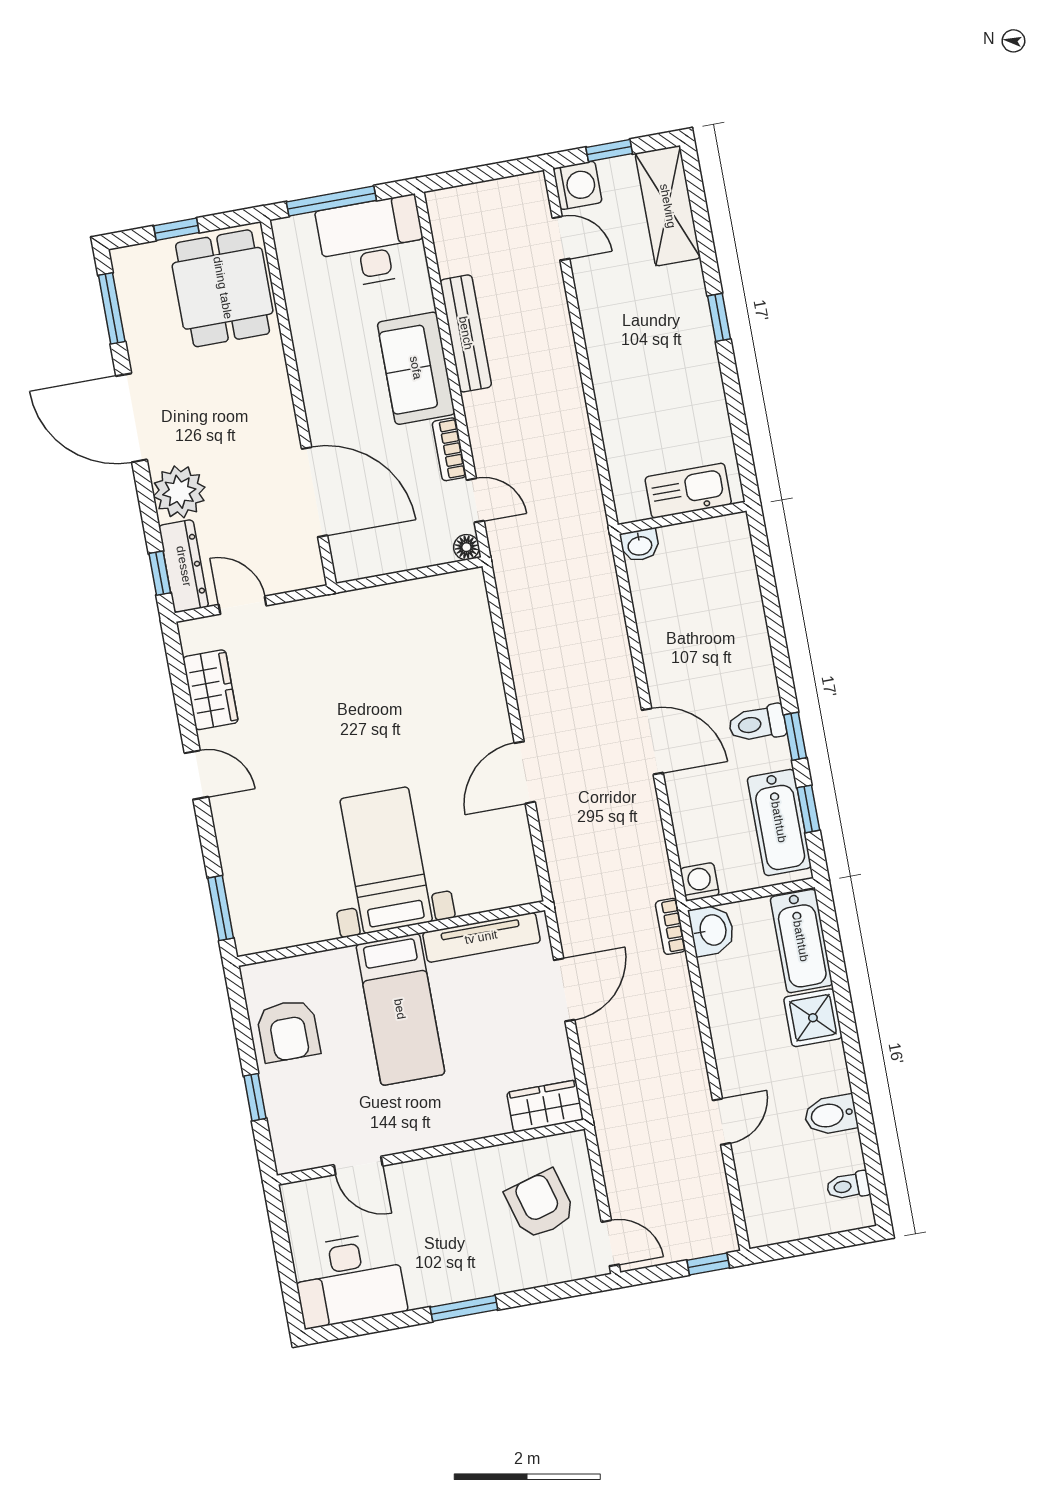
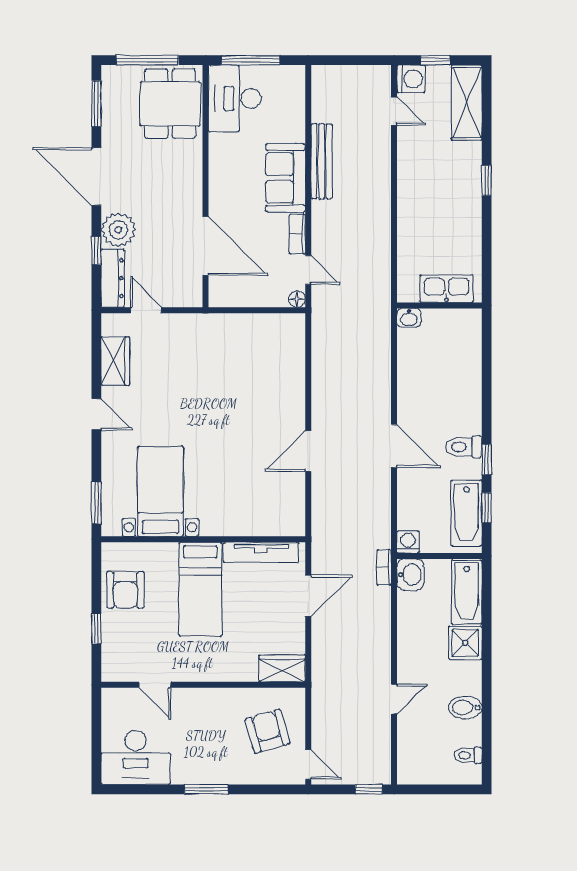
window: (176, 229) -> (147, 60), width x2.17
desk: (372, 242) -> (235, 98), moved, turned -90
window: (160, 573) -> (96, 251), moved
bed with nightstands: (386, 860) -> (160, 491), moved

